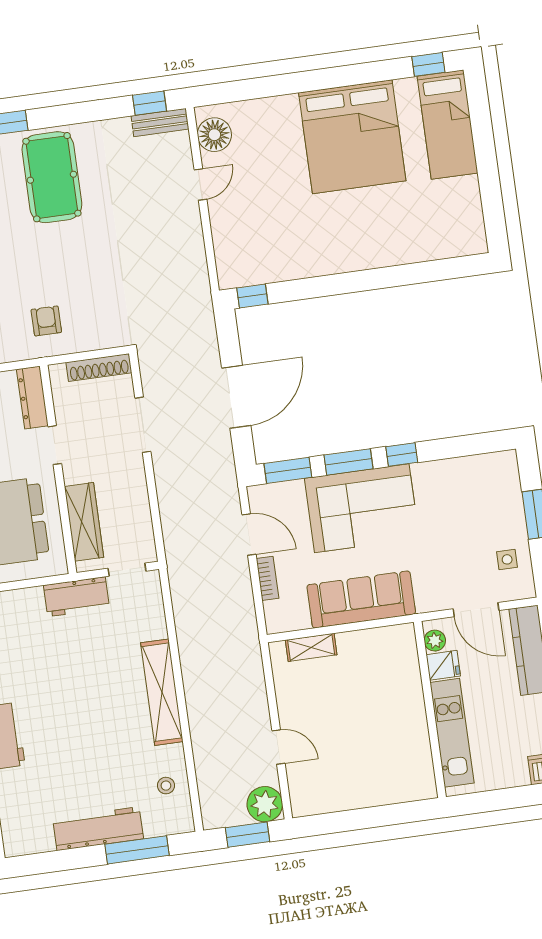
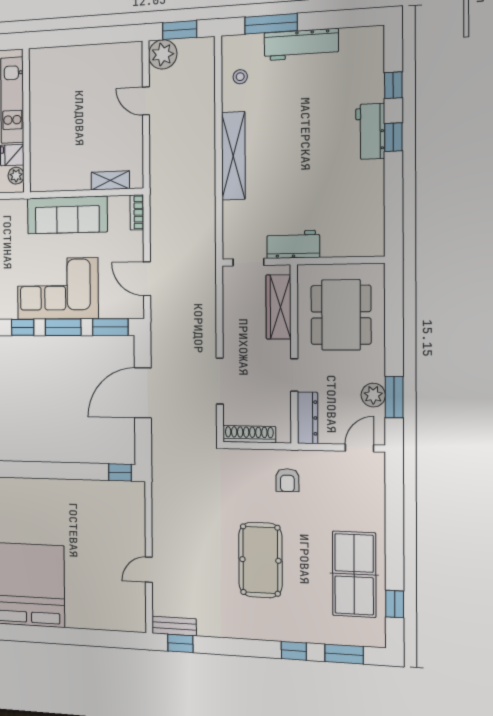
floor lamp: (214, 135) -> (133, 608), removed
pool table: (52, 177) -> (260, 560), moved
bookcase: (267, 578) -> (137, 212), moved

